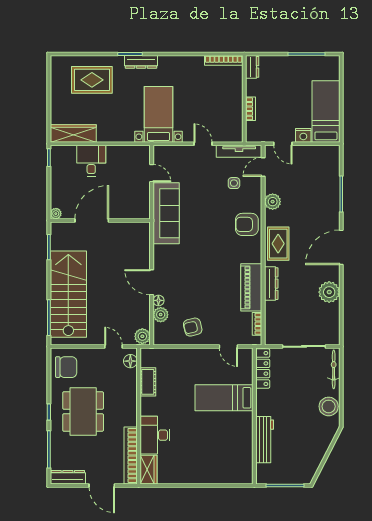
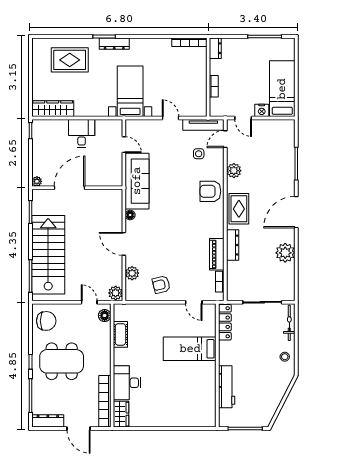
desk: (91, 161) -> (82, 133), moved
piano: (251, 287) -> (217, 254), width x0.73, depth x0.75
floor lamp: (158, 300) -> (130, 215), moved
stool: (329, 406) -> (285, 357), width x0.53, depth x0.53
dining table: (83, 411) -> (62, 361), turned 90

